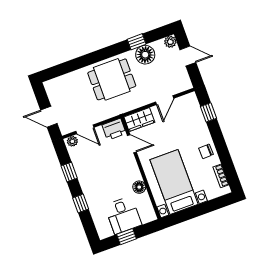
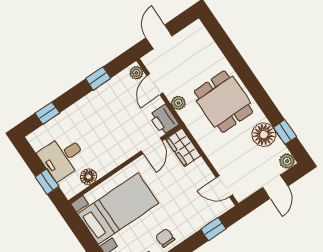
window: (137, 42) -> (285, 132), moved
door: (165, 100) -> (224, 186), moved
plant: (104, 115) -> (178, 103), added
floor lamp: (139, 187) -> (89, 177), moved
window: (81, 203) -> (47, 113), moved
window: (127, 237) -> (47, 182), moved

